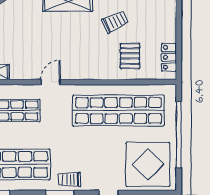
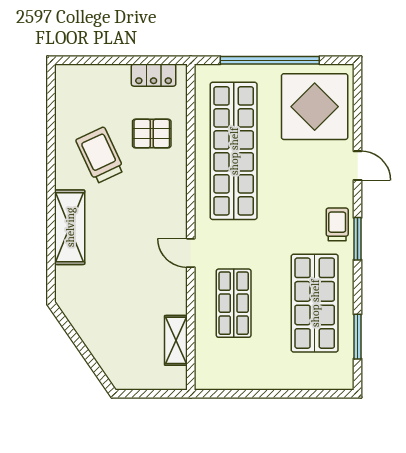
trolley: (115, 22) -> (100, 155), width x1.36, depth x1.39
trolley: (69, 179) -> (337, 224), turned 180

